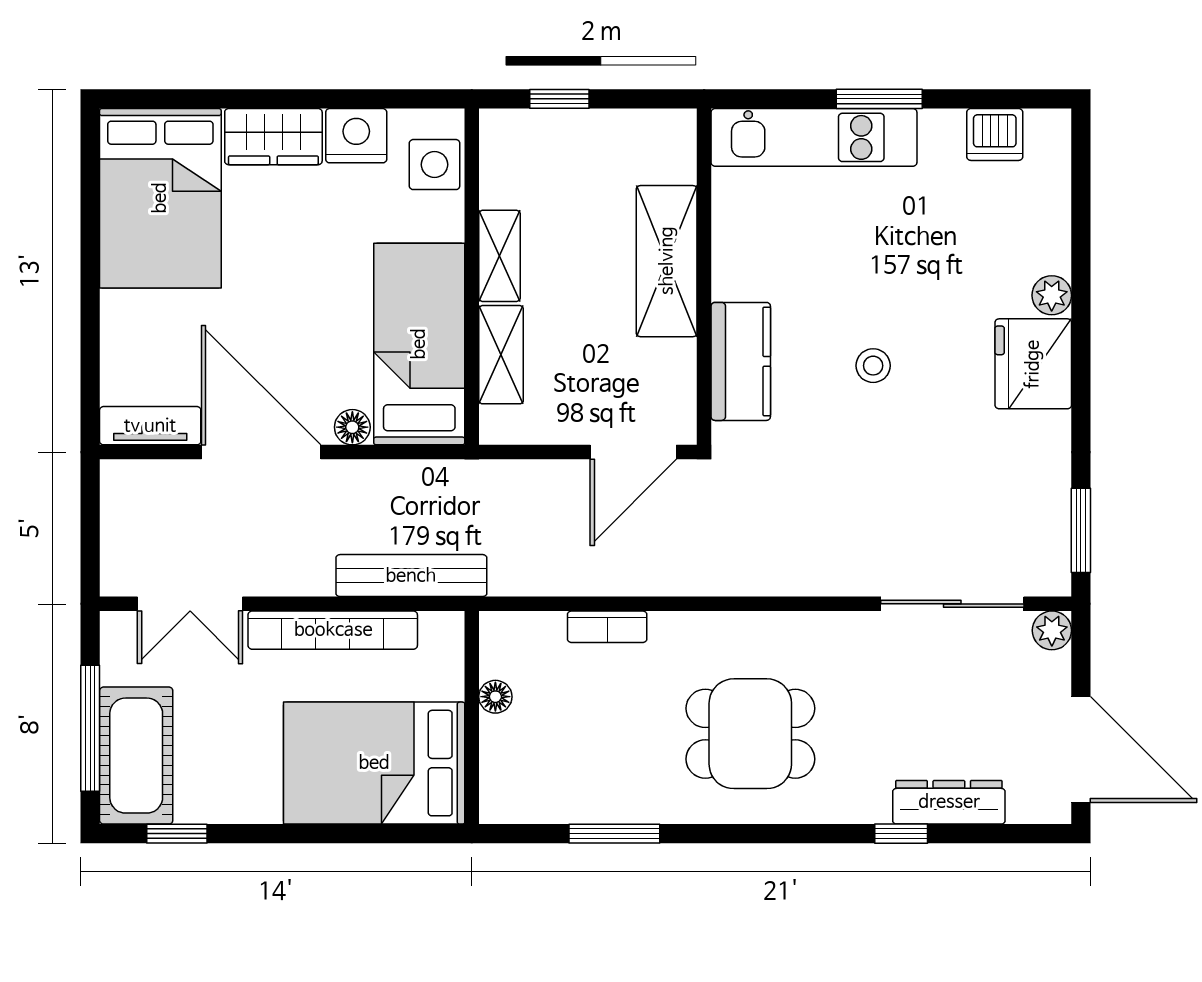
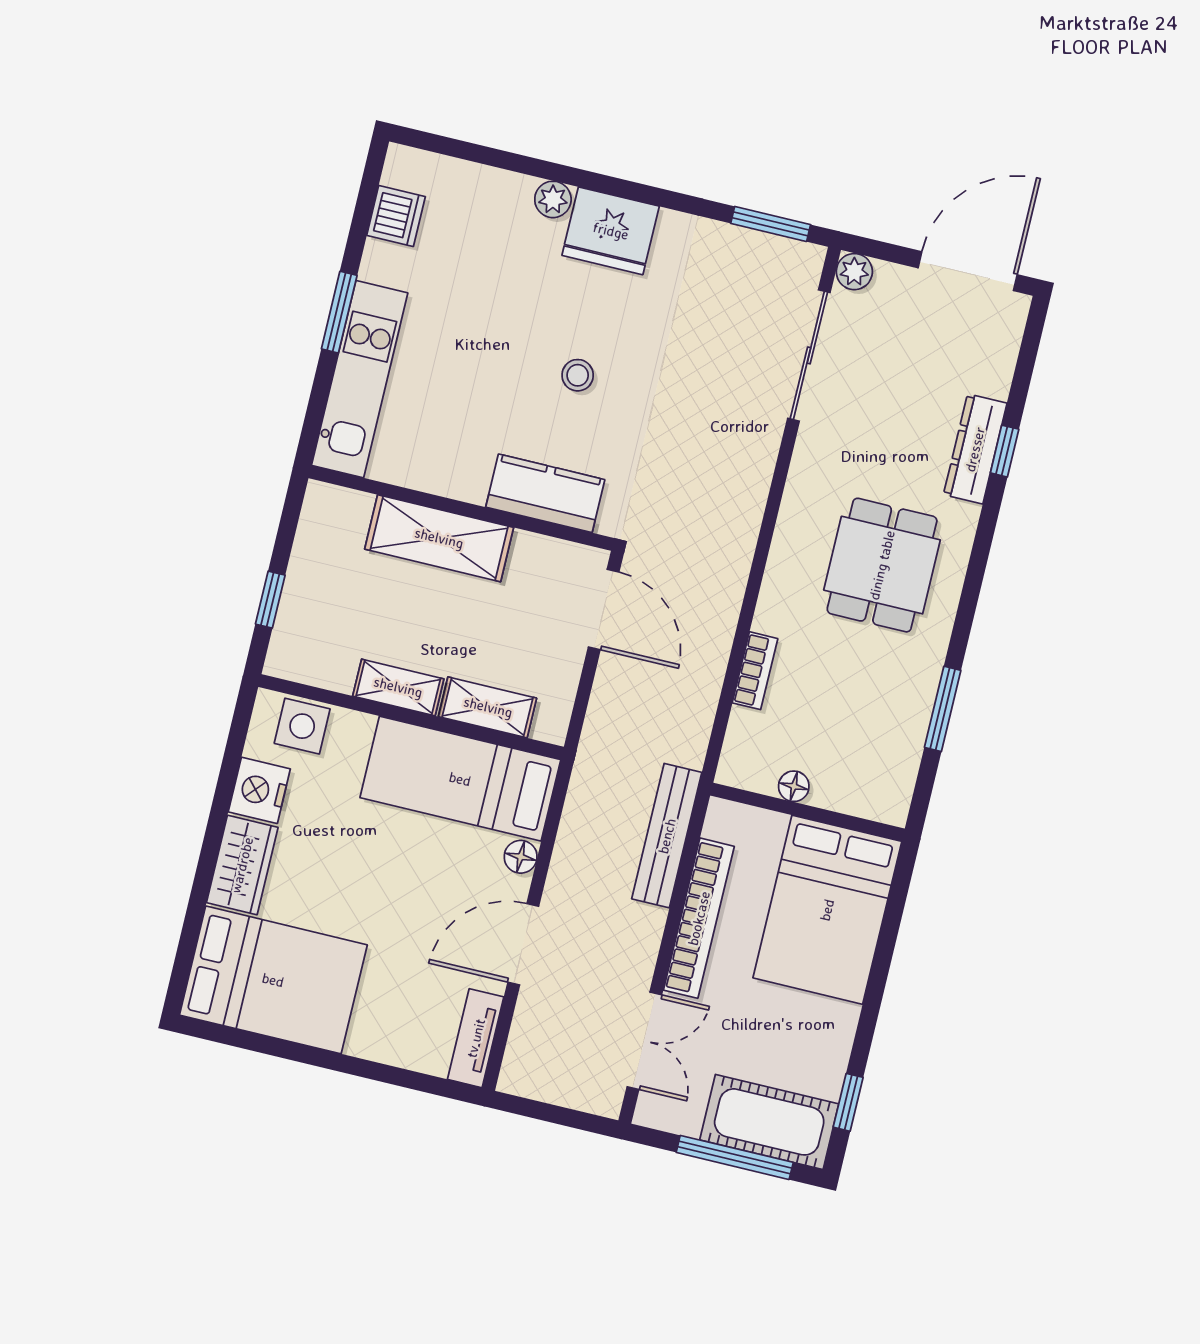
door: (261, 452) -> (523, 944), width x0.73
dresser: (949, 802) -> (975, 449), moved

